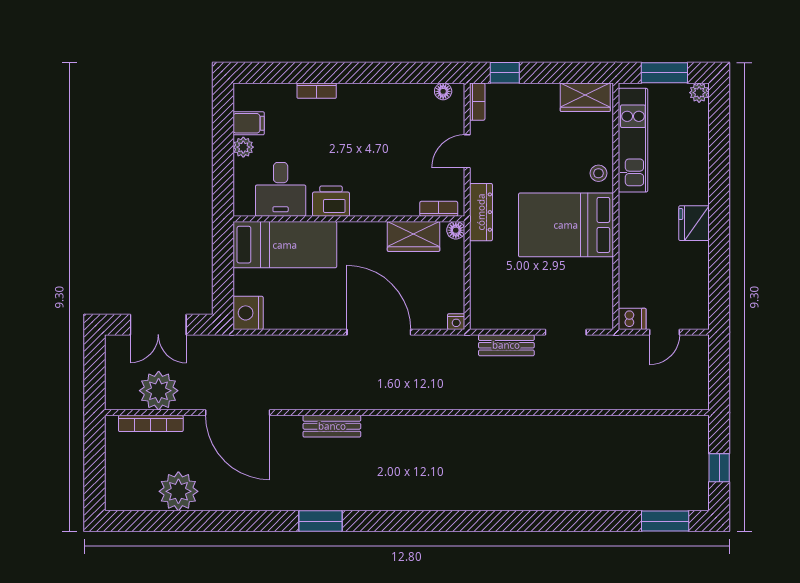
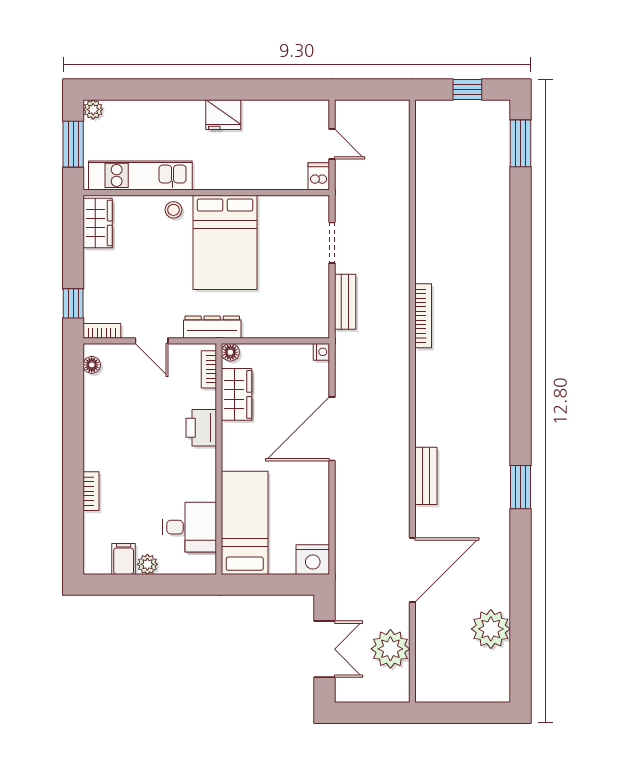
printer: (331, 201) -> (201, 428), moved
bookcase: (151, 423) -> (423, 316), moved

